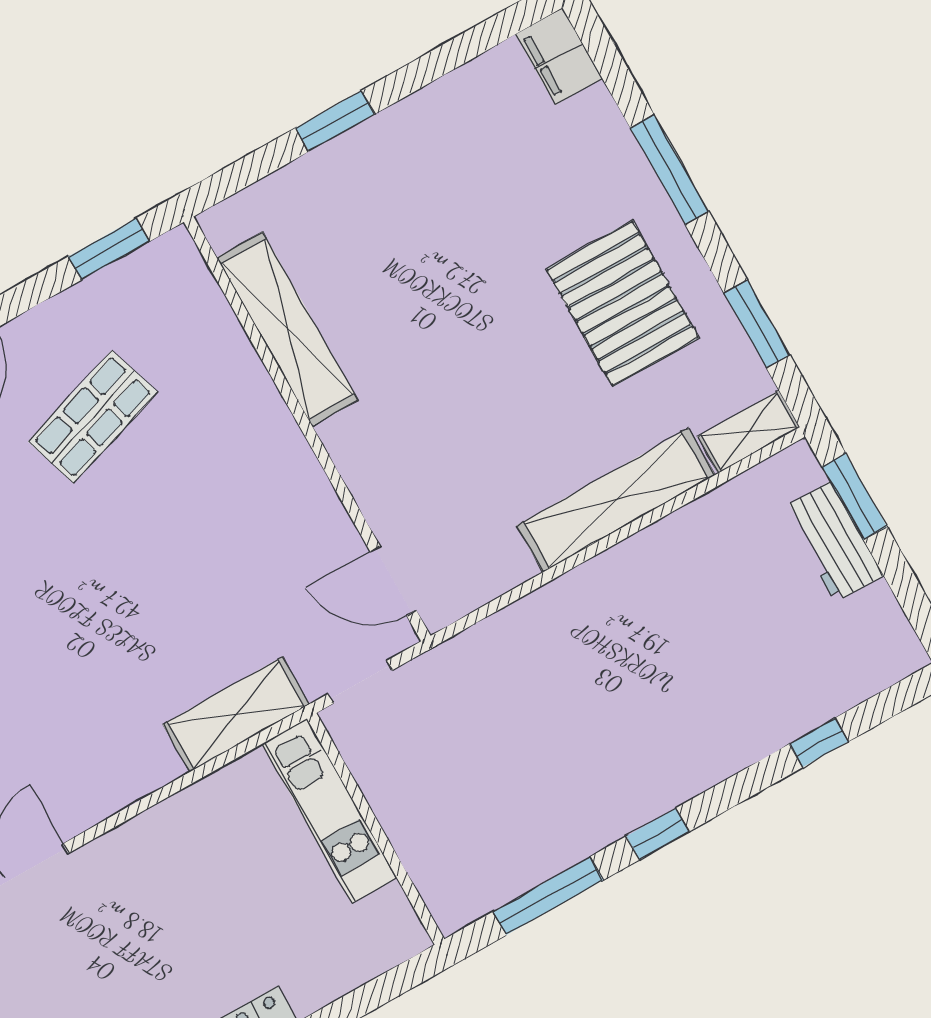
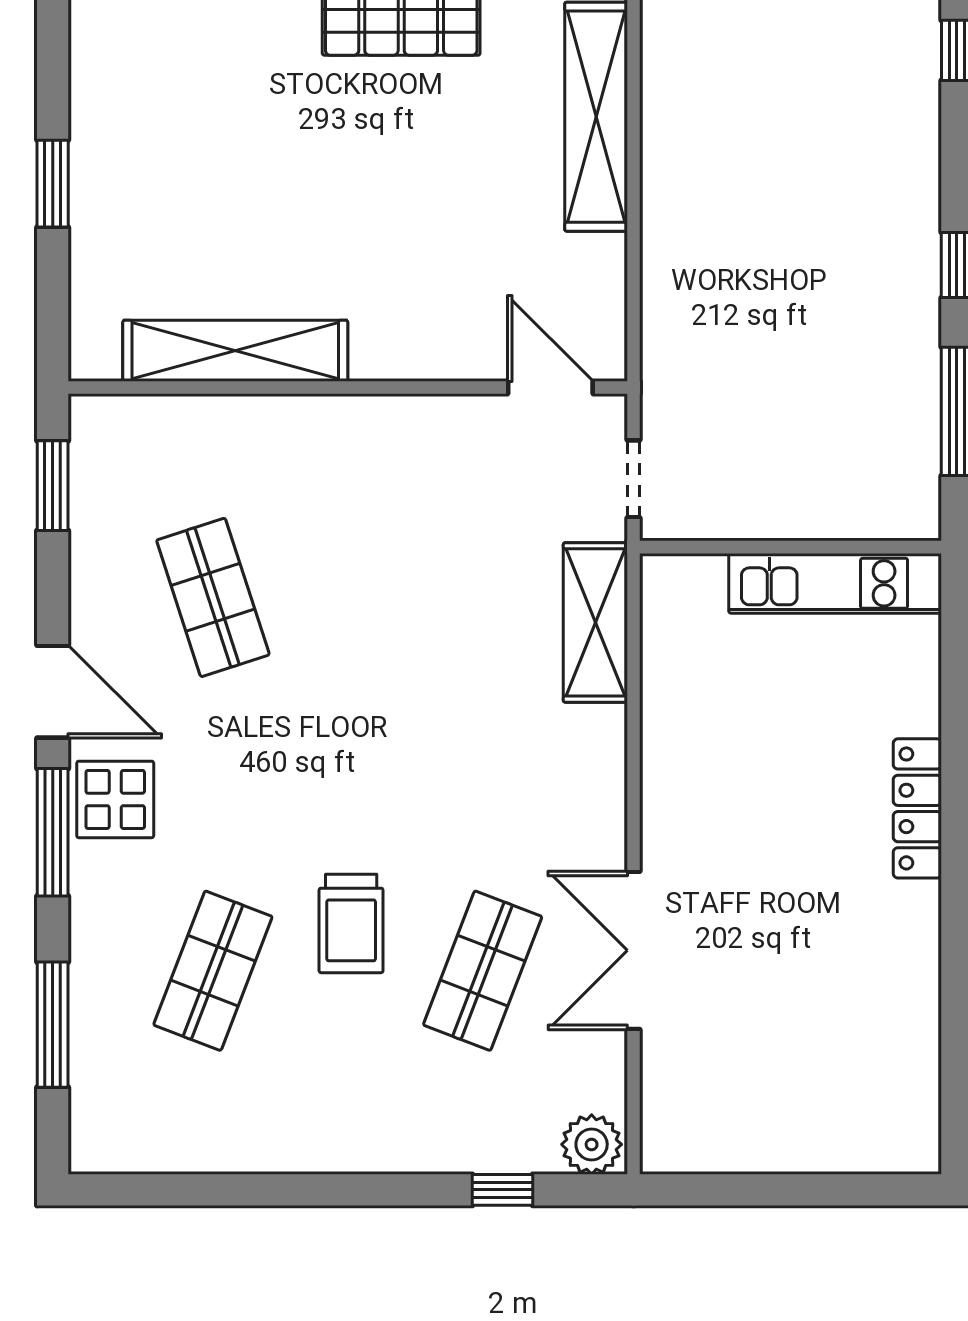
door: (393, 581) -> (550, 388), swing flipped
kitchen unit: (330, 811) -> (835, 583), moved

